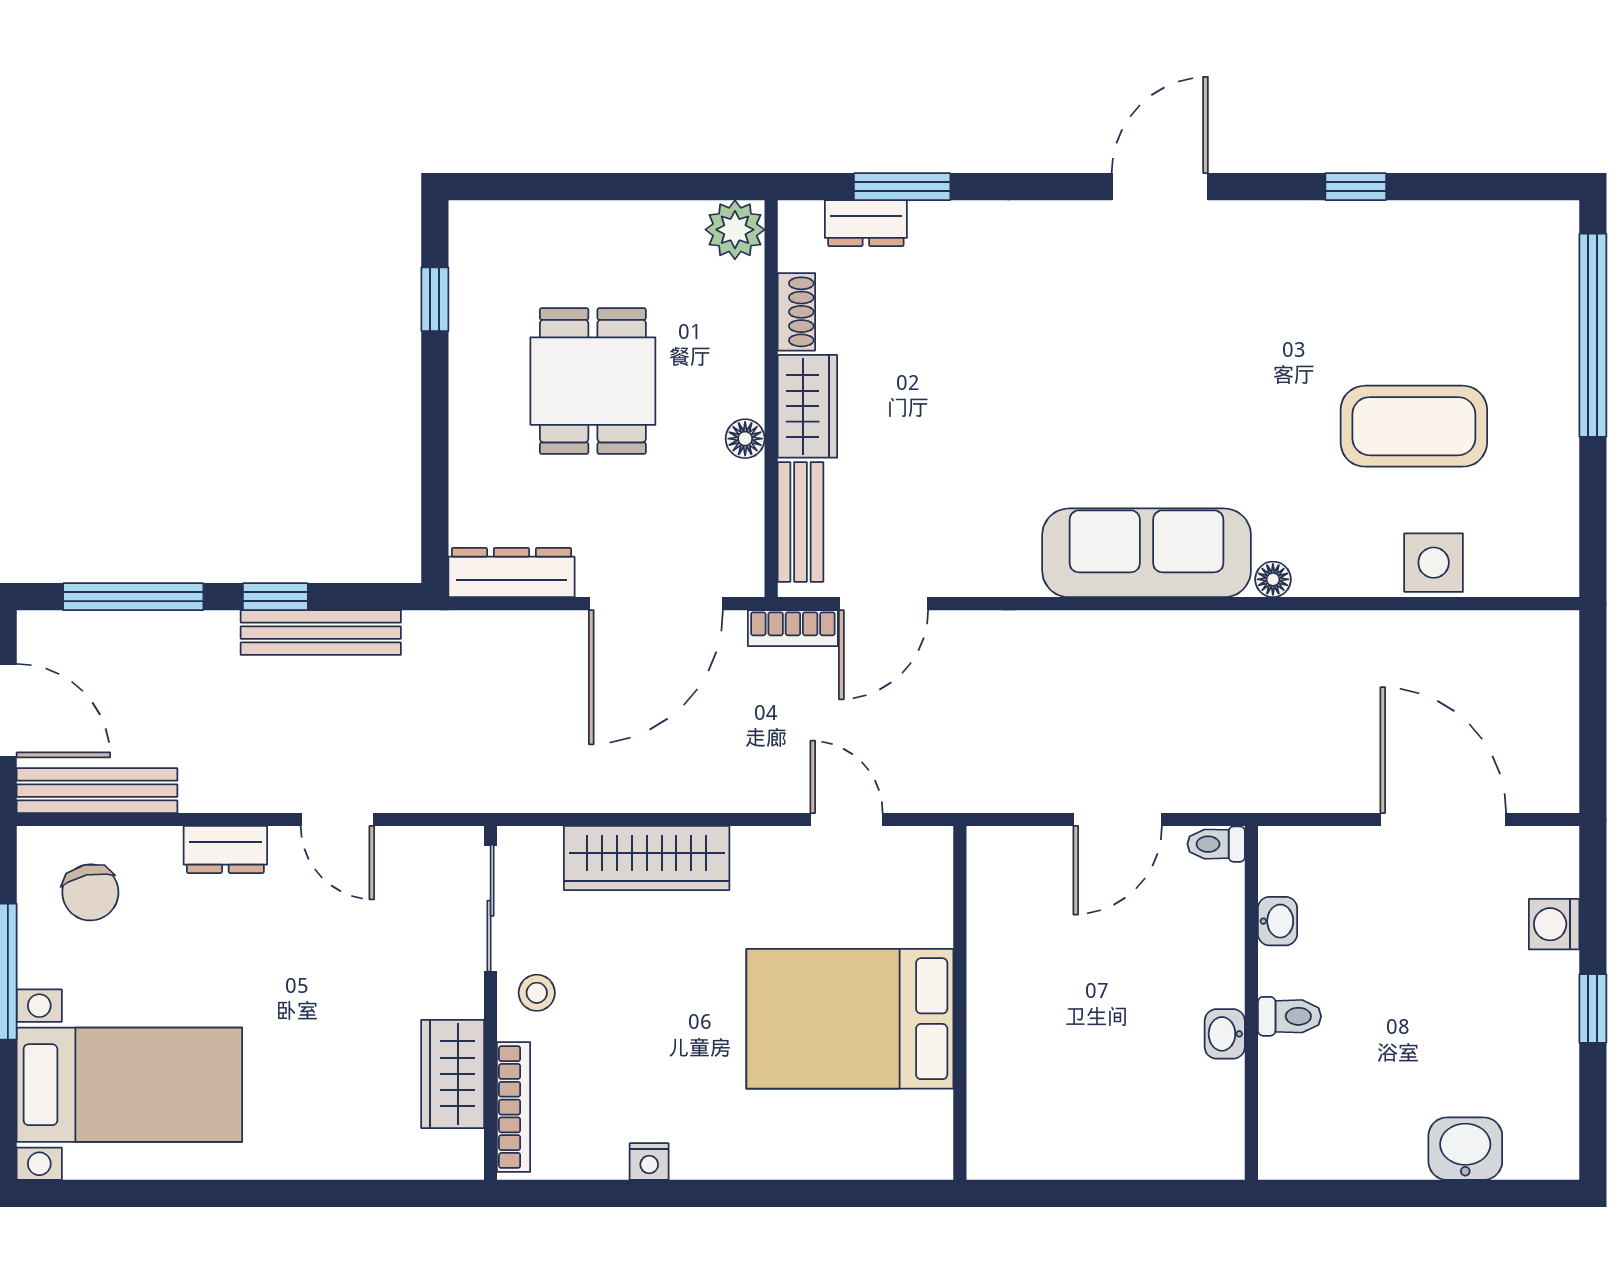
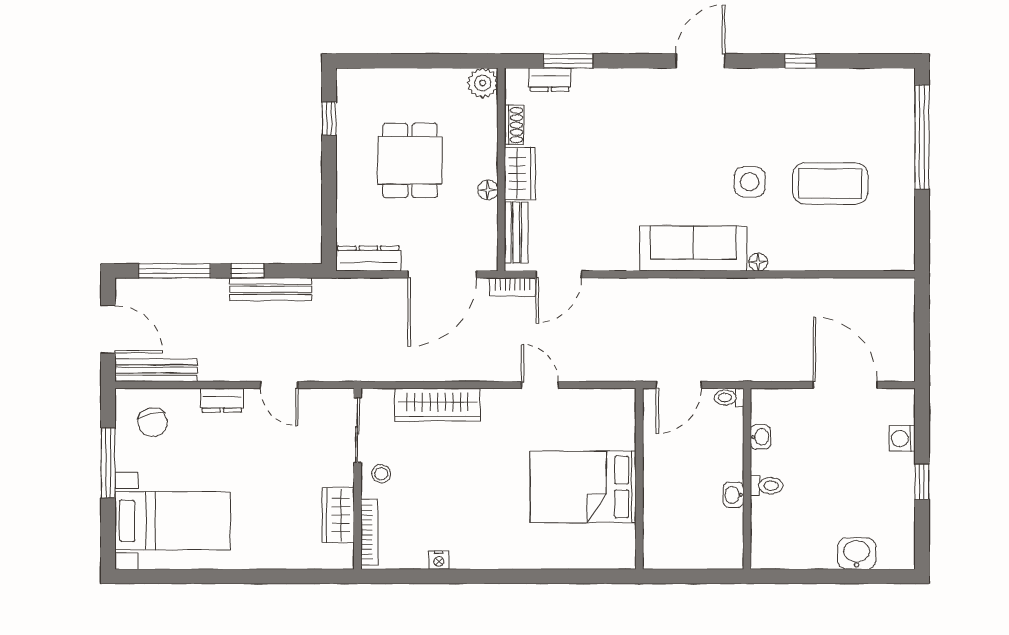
side table: (1434, 563) -> (750, 182), moved
wall: (960, 1003) -> (639, 479), moved
bed: (850, 1019) -> (583, 487), moved

